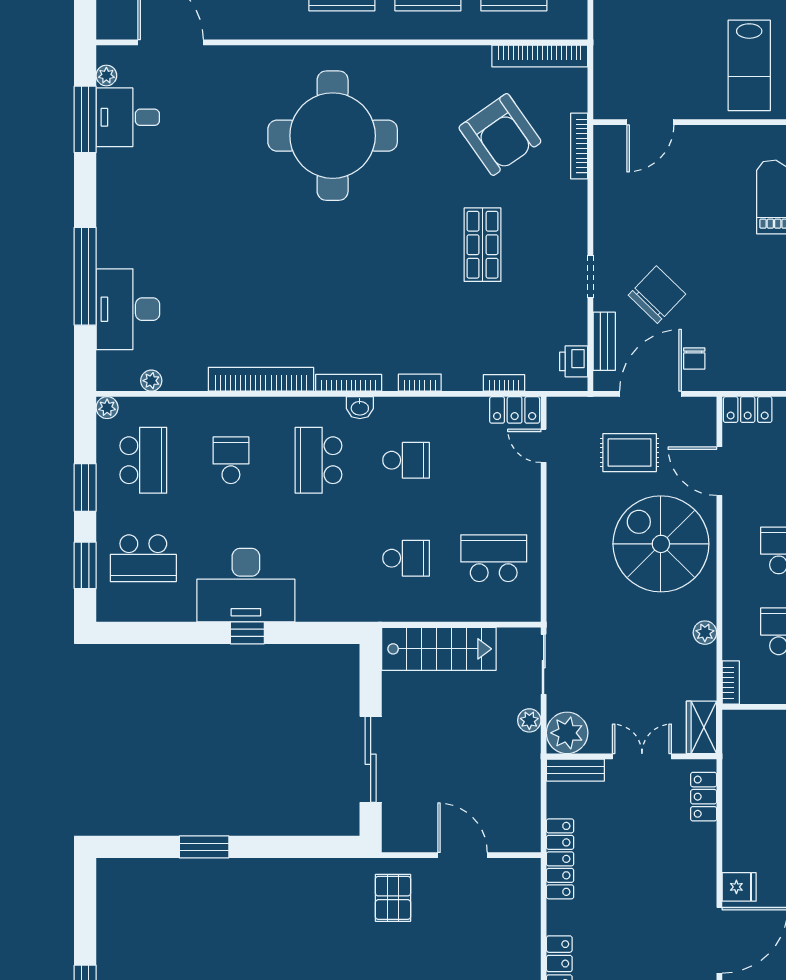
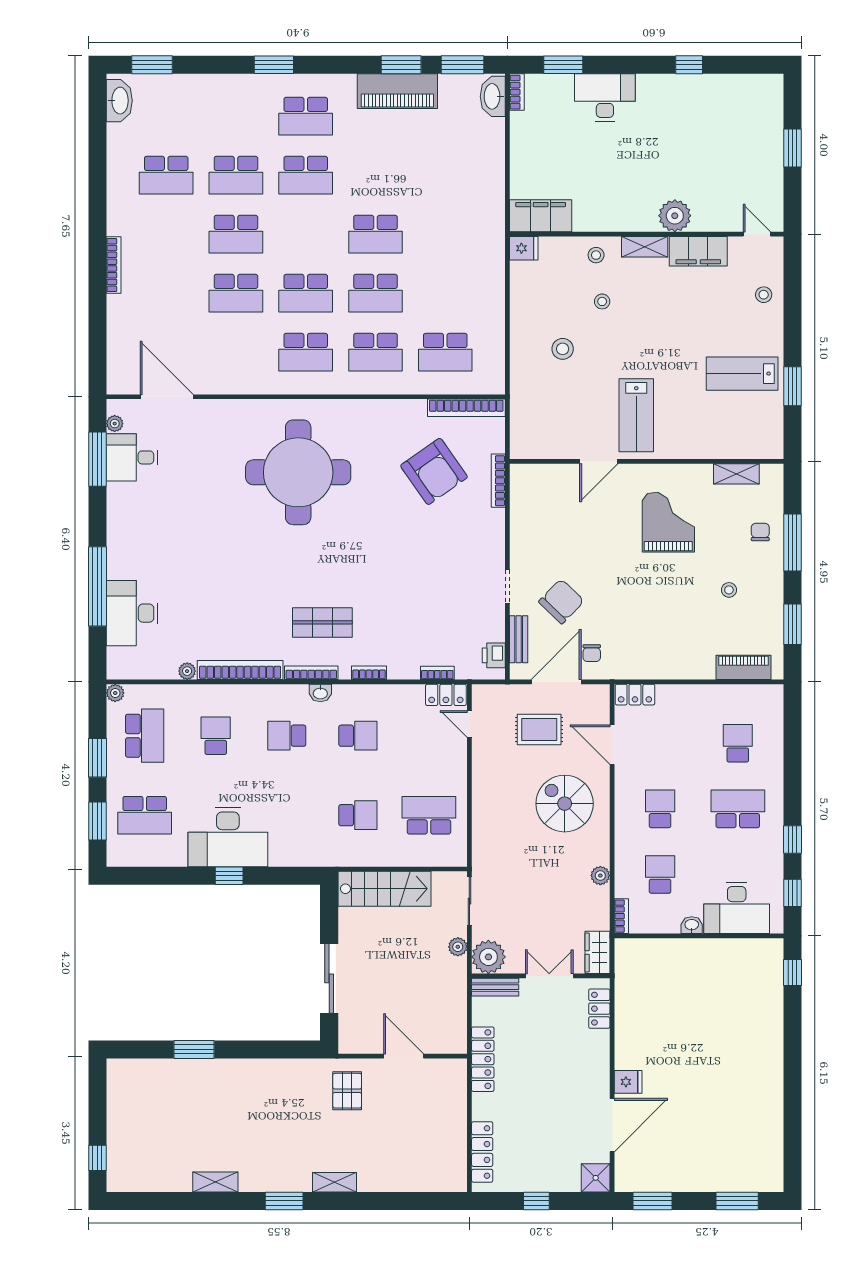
door: (650, 122) -> (599, 461), moved
shop shelf: (483, 245) -> (322, 622), moved, turned 90
plant: (151, 381) -> (187, 671), moved
school desk: (319, 460) -> (287, 736), width x0.54
spiral stairs: (661, 544) -> (565, 804), width x0.73, depth x0.73

